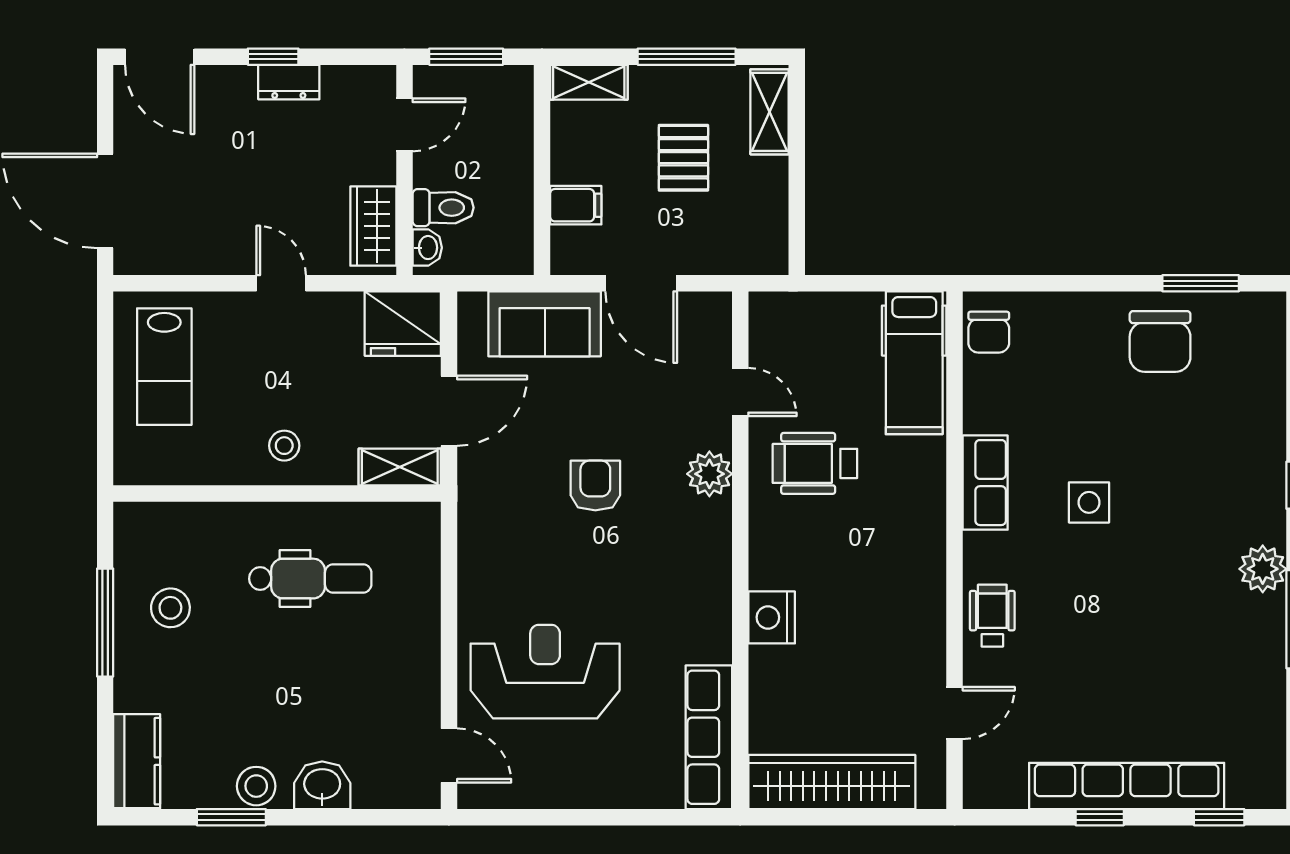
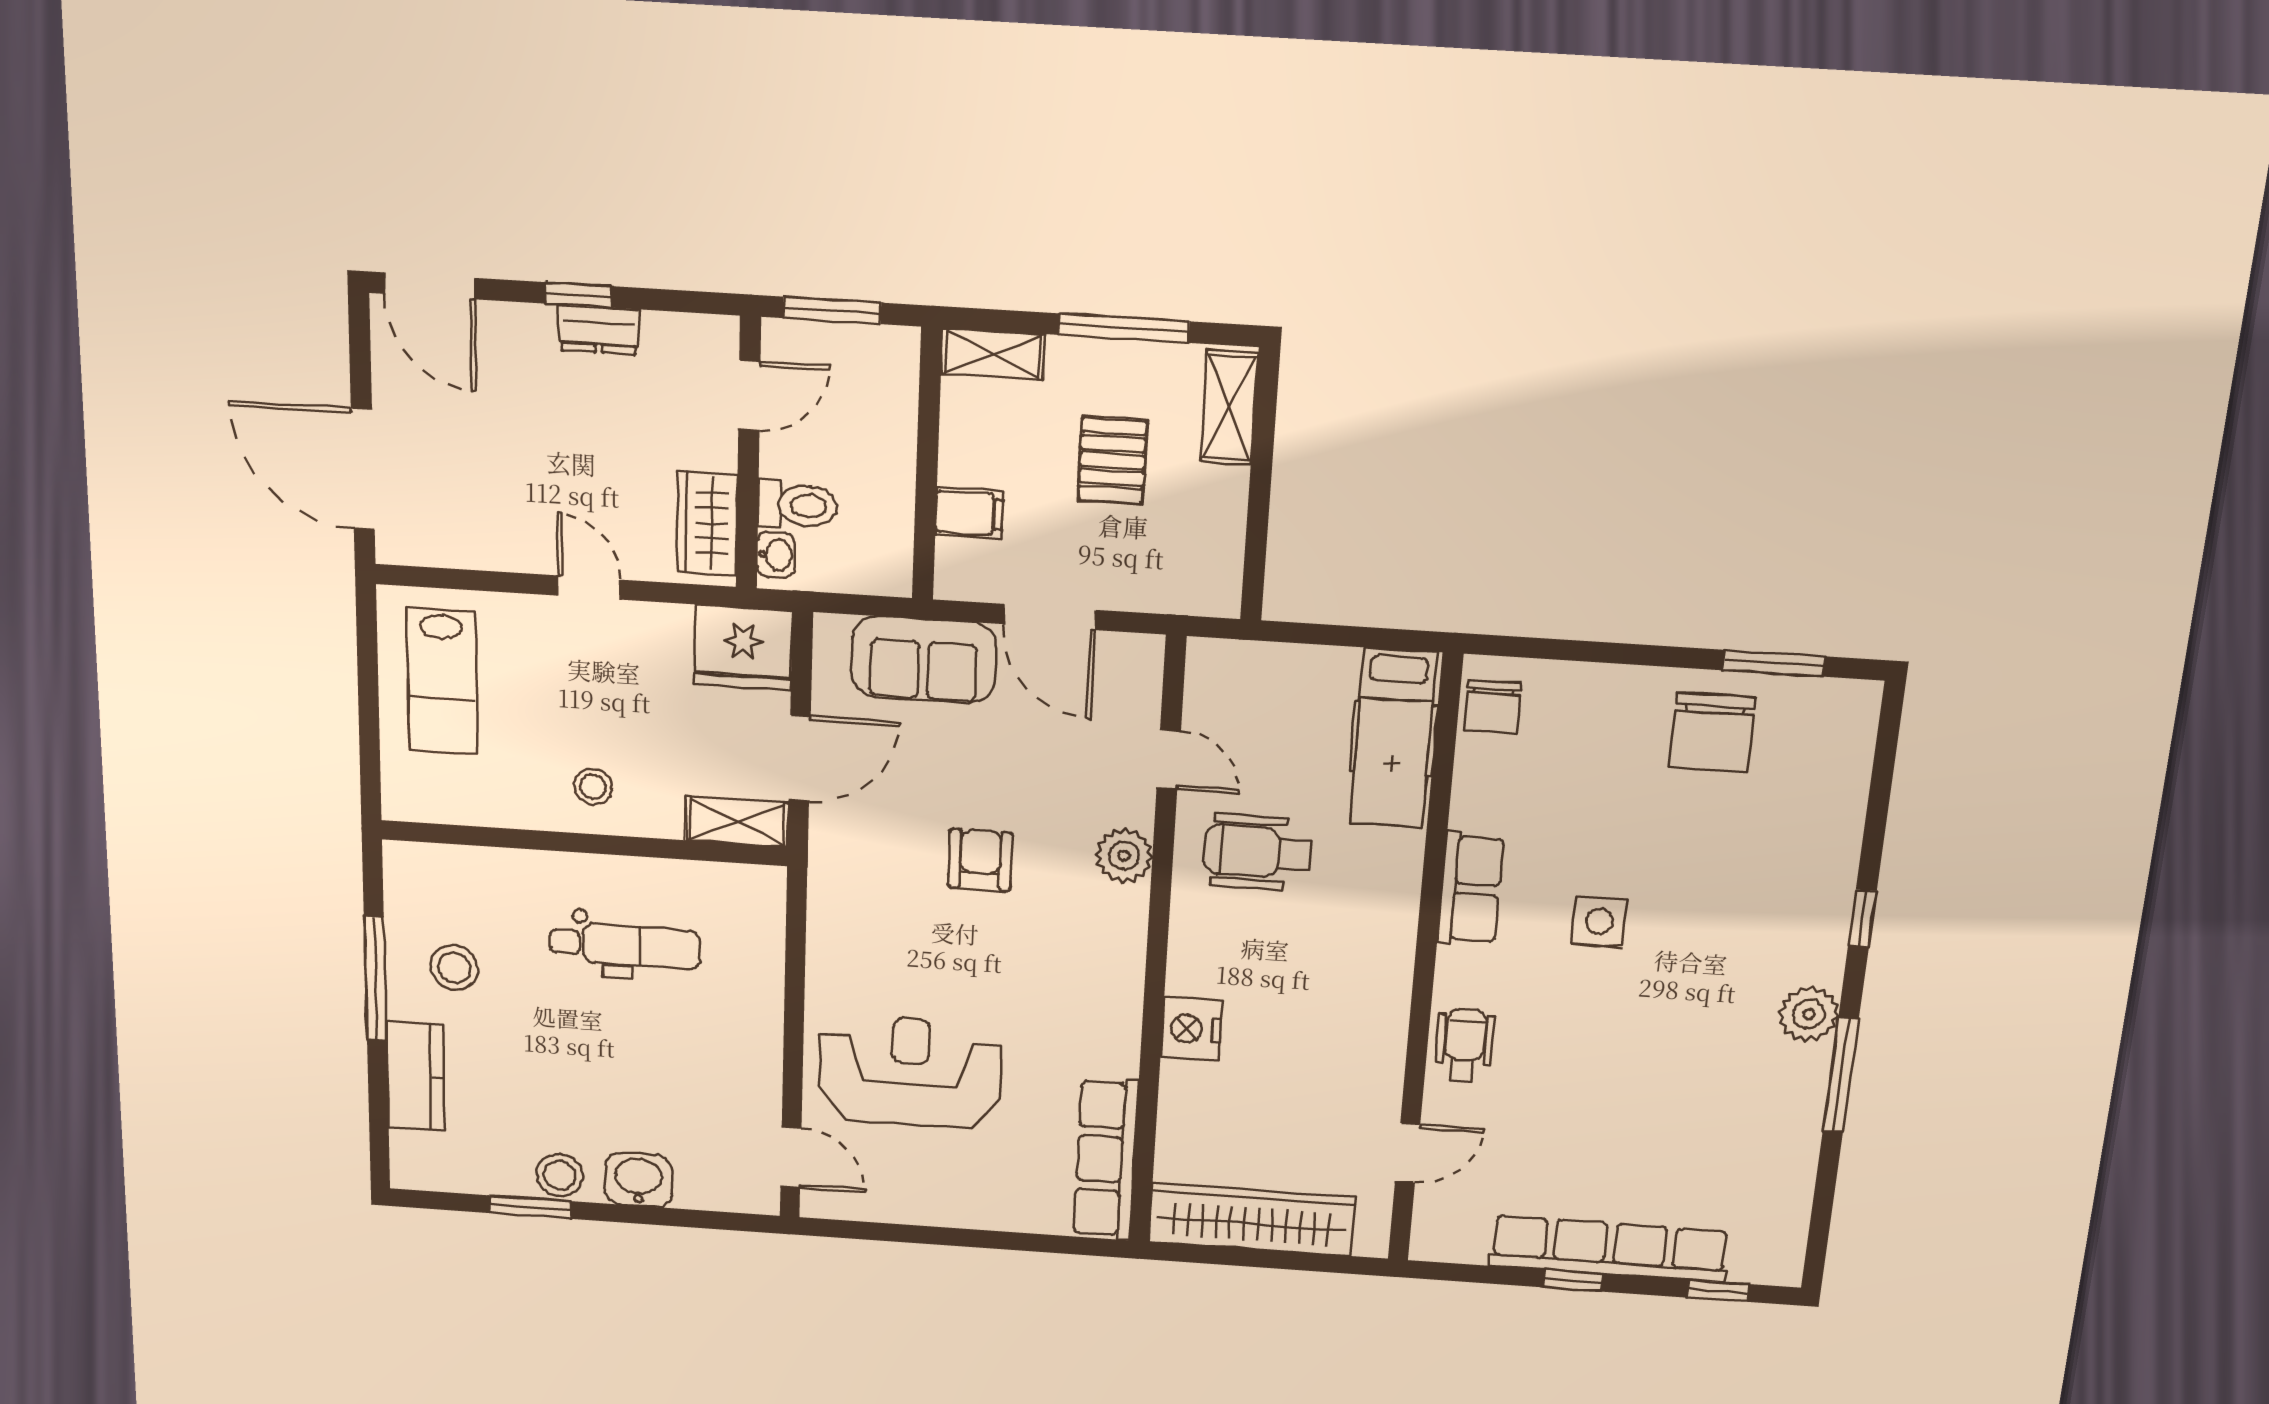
kitchen counter: (137, 761) -> (416, 1076), moved

